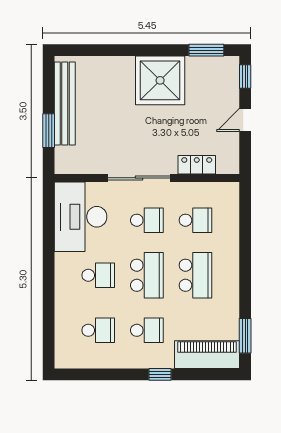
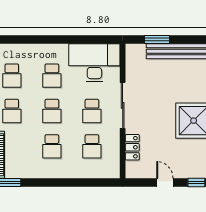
school desk: (147, 275) -> (52, 111), width x0.54
school desk: (196, 275) -> (52, 146), width x0.54

